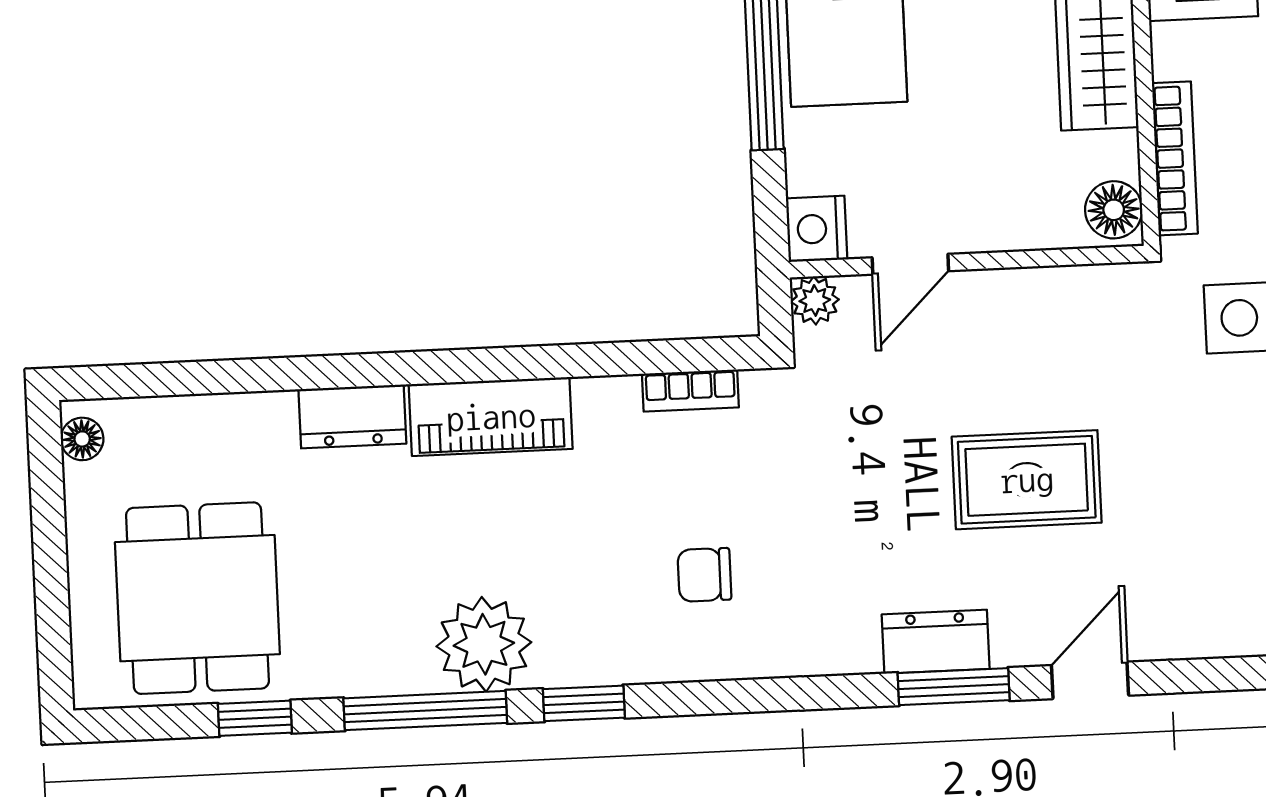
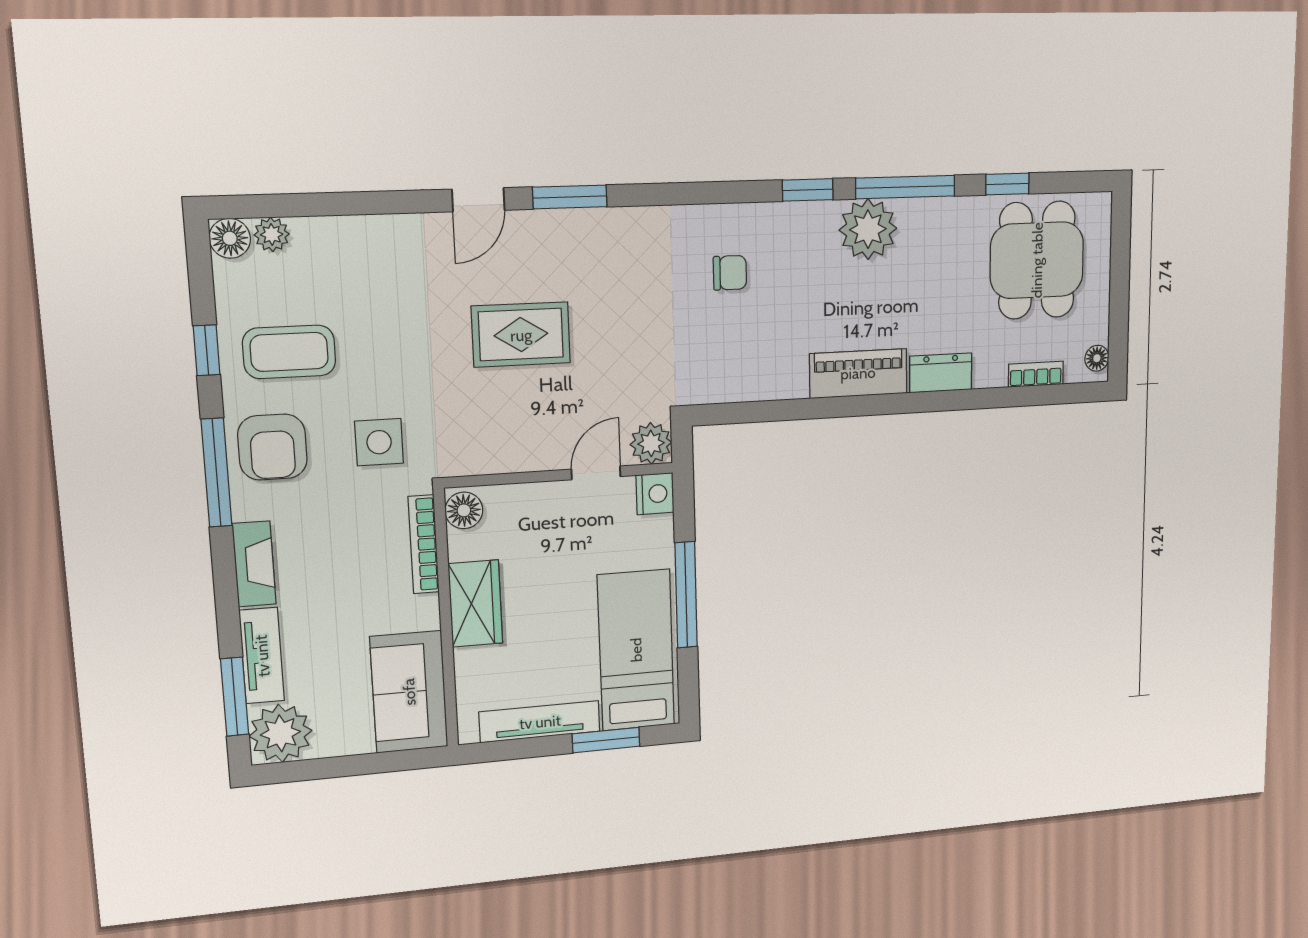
plant: (815, 300) -> (651, 443), width x1.38, depth x1.38
bookcase: (690, 391) -> (1036, 374), moved
dresser: (936, 642) -> (582, 227), removed

